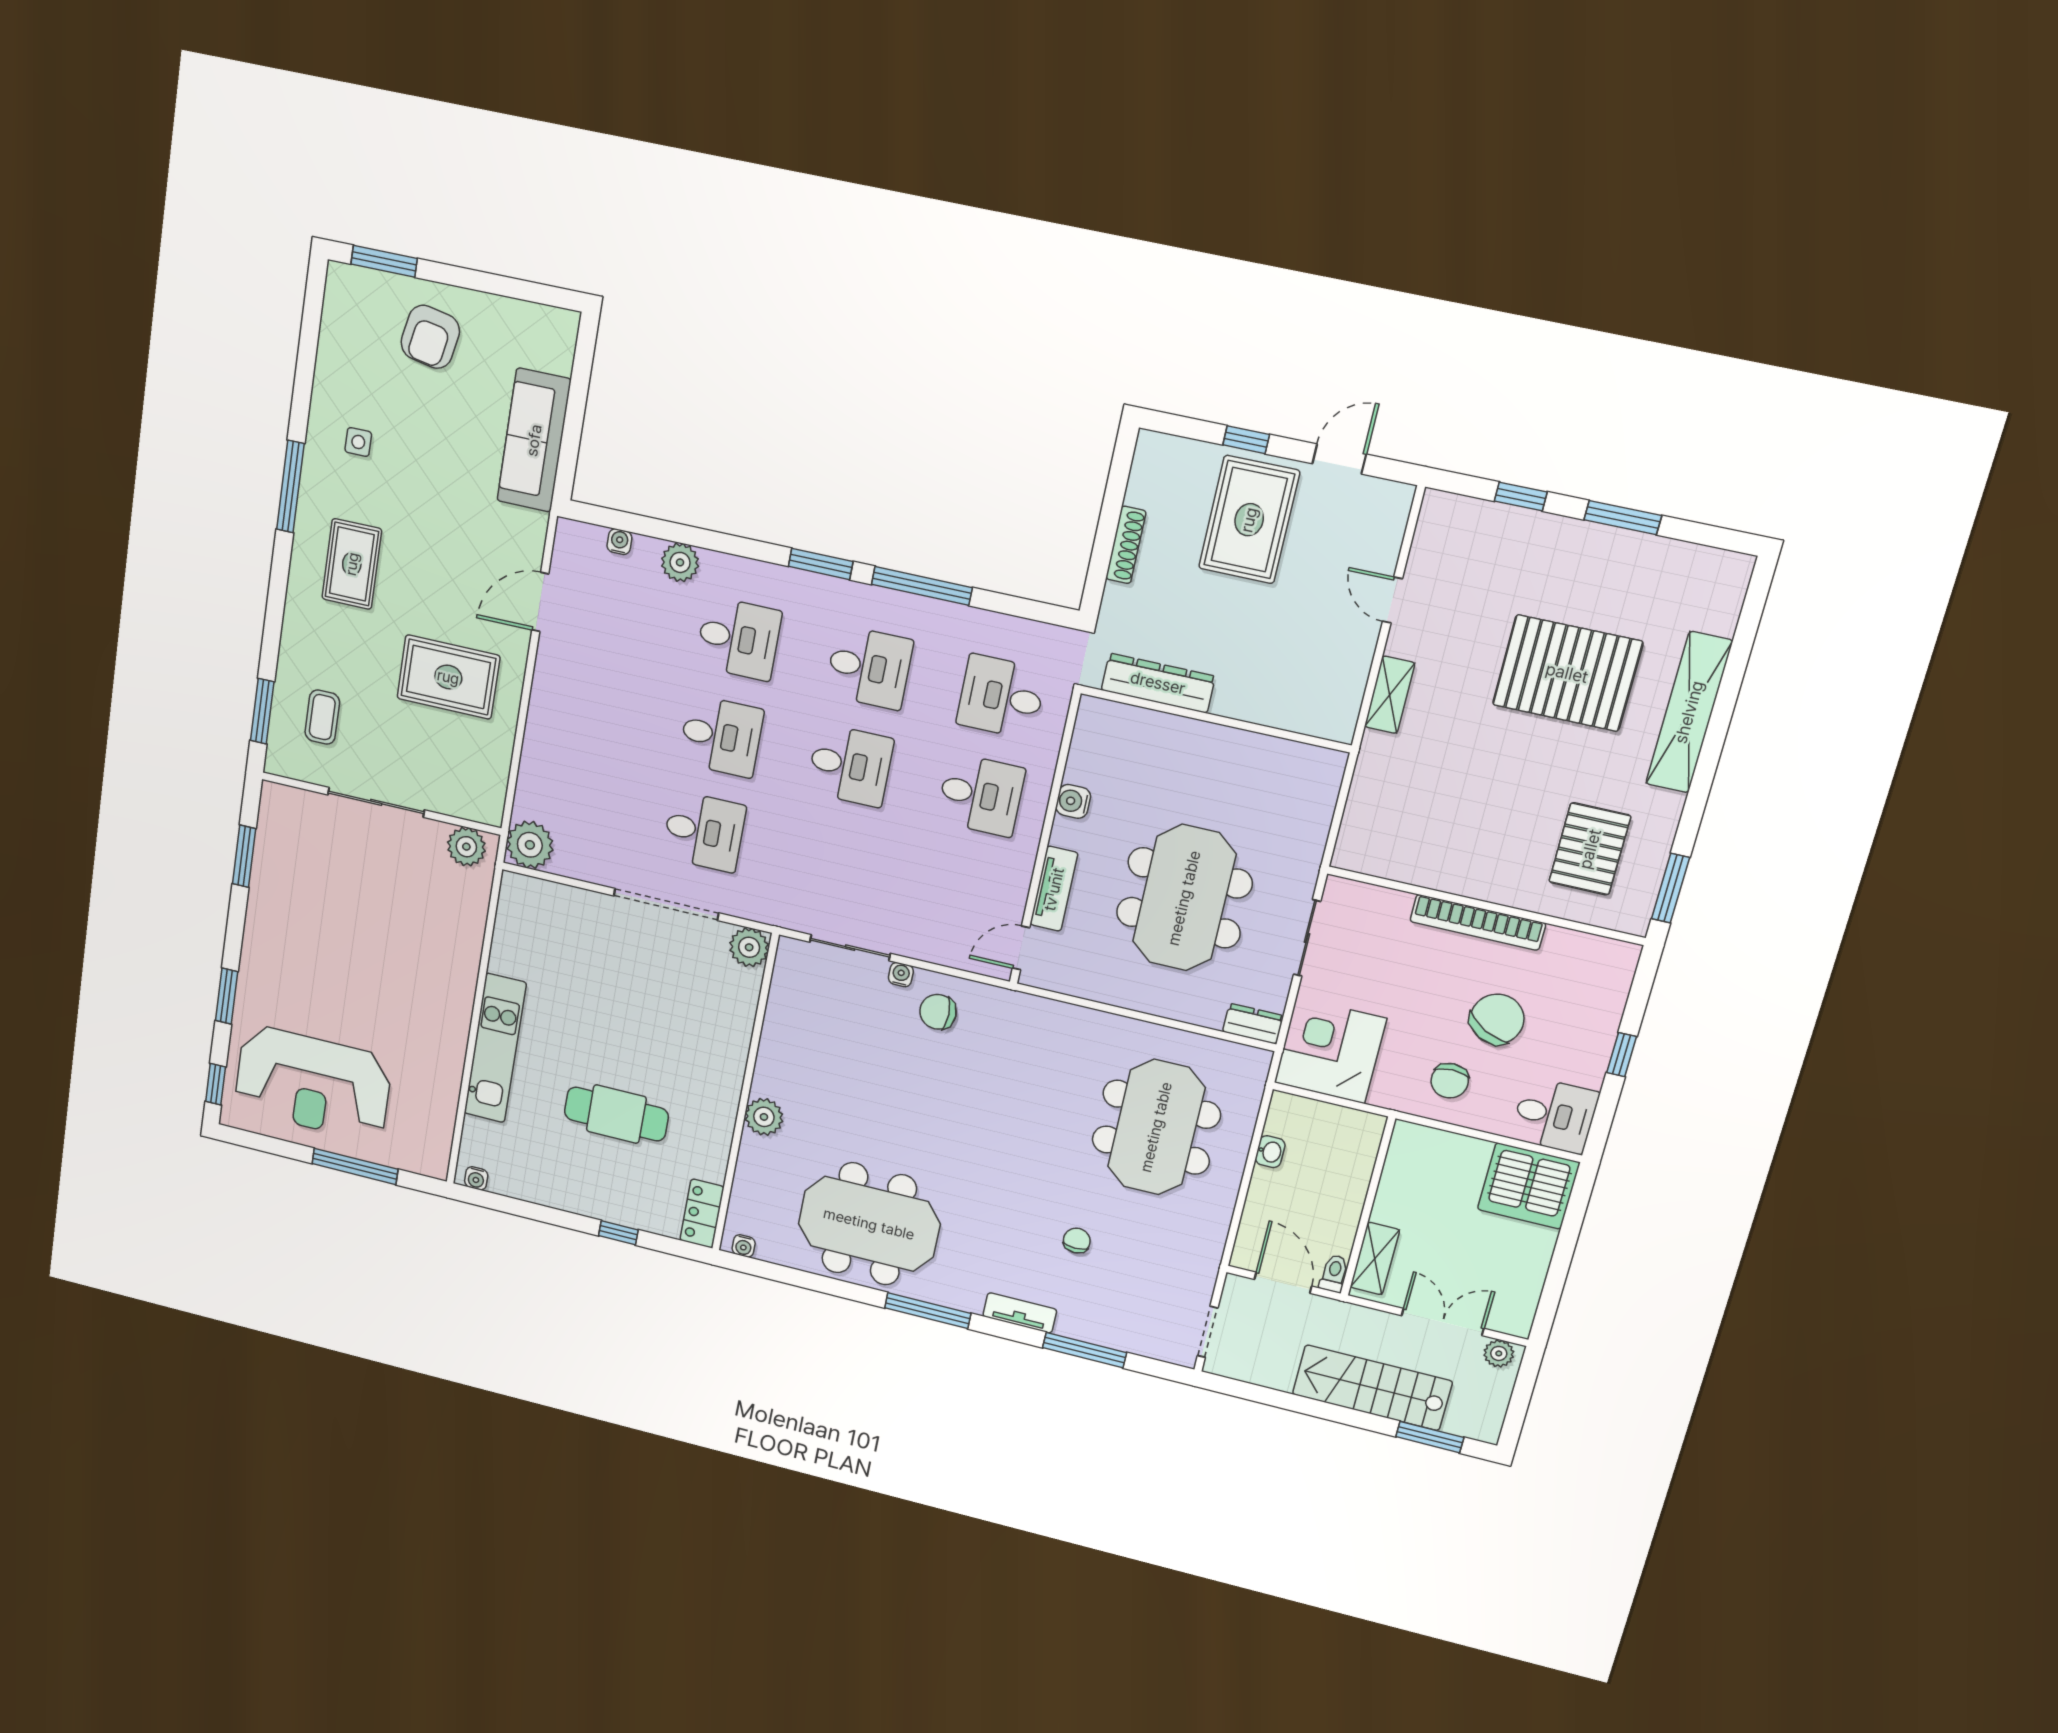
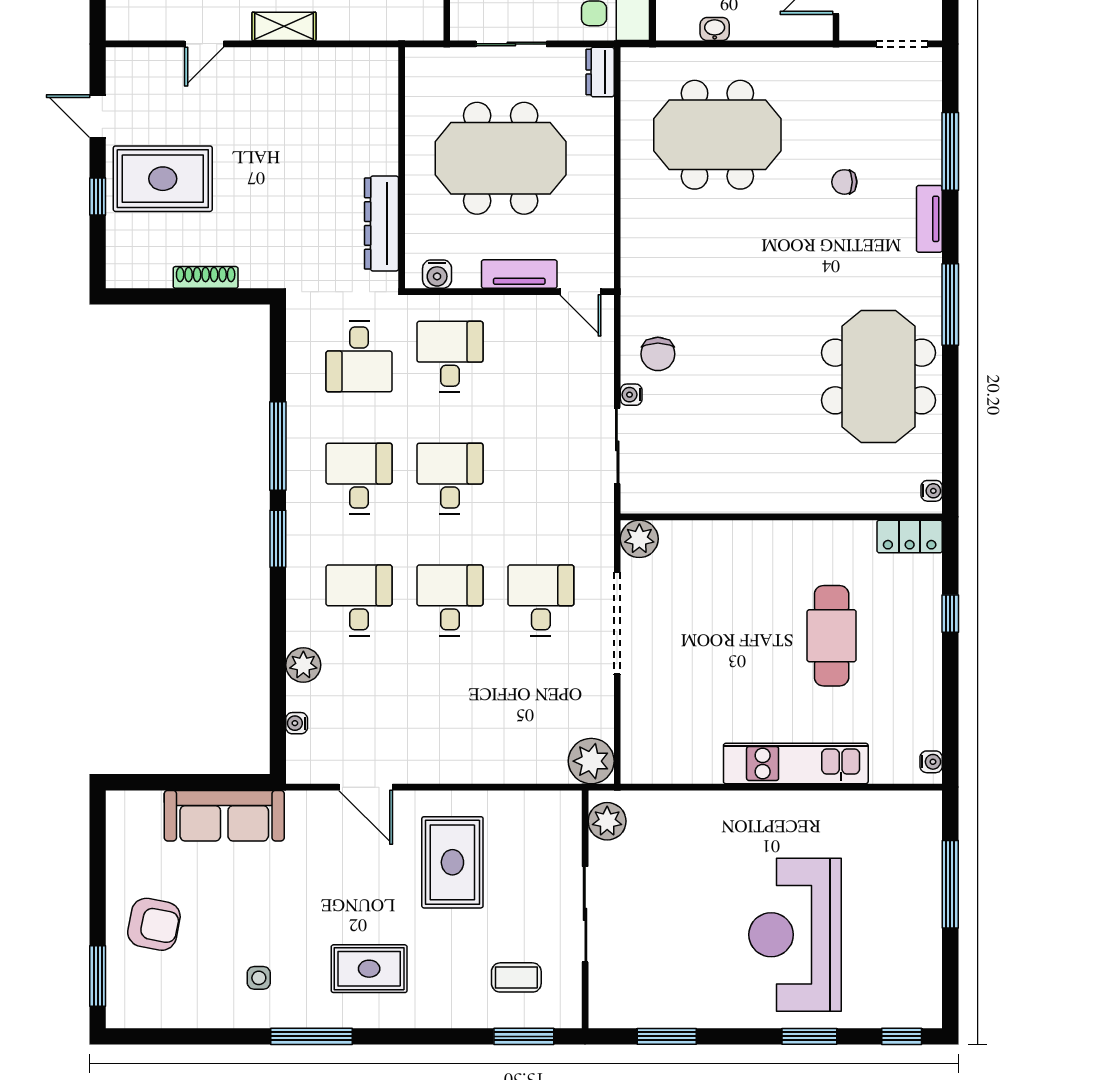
dresser: (1158, 683) -> (382, 224), moved
wall: (1215, 719) -> (402, 168), moved
reception desk: (313, 1083) -> (795, 935), moved, turned 180
plant: (764, 1117) -> (799, 495), removed

